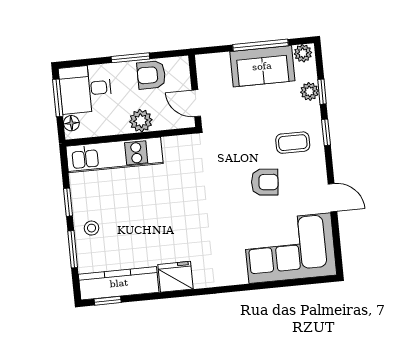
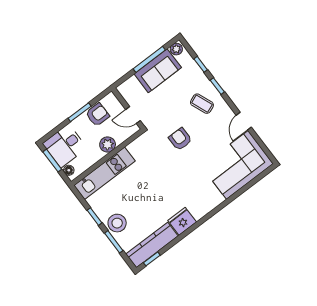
armchair: (151, 75) -> (97, 115), turned 180
plant: (309, 91) -> (193, 69), removed
coffee table: (293, 143) -> (202, 104), turned 68
armchair: (265, 182) -> (180, 139), moved, turned -95
door: (332, 198) -> (244, 121), swing flipped
stool: (92, 228) -> (117, 223), width x1.89, depth x1.89

